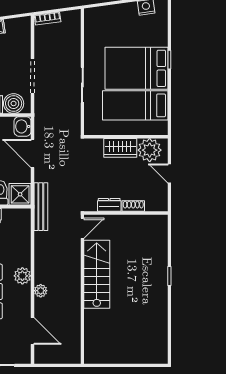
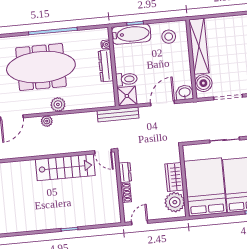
bed: (135, 105) -> (205, 187), width x1.50
door: (169, 173) -> (140, 223), moved

